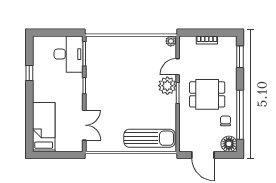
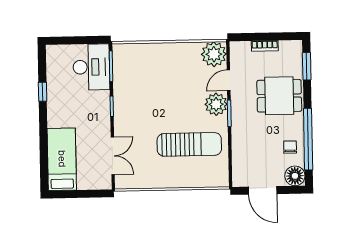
plant: (171, 41) -> (214, 54), width x1.88, depth x1.88
dining table: (207, 94) -> (279, 96), moved
sun lounger: (149, 138) -> (189, 144), moved

